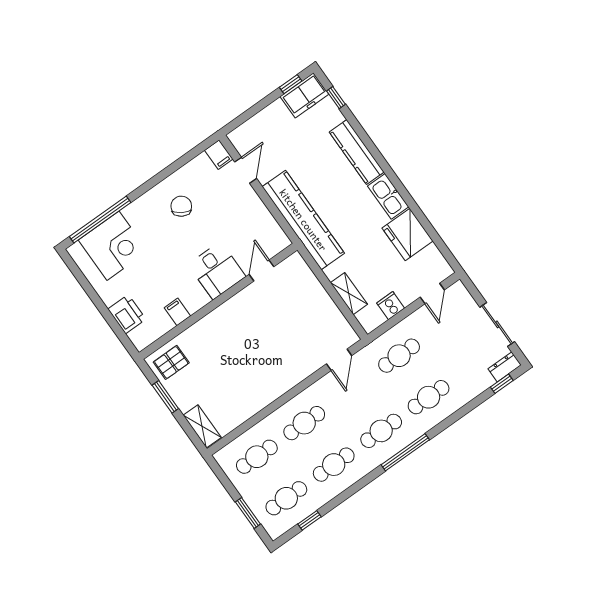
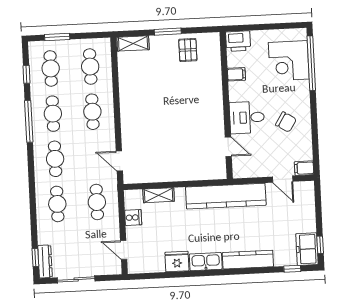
fridge: (408, 235) -> (177, 262), width x0.73, depth x0.75
door: (262, 270) -> (228, 147), moved
desk: (217, 271) -> (247, 117), moved
wall: (218, 301) -> (226, 105), moved
filing cabinet: (177, 312) -> (236, 74), moved
dresser: (505, 367) -> (45, 262), width x1.44
window: (405, 452) -> (29, 121), moved

